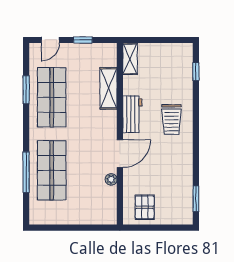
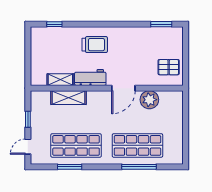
door: (50, 40) -> (28, 147), swing flipped
shelving: (130, 59) -> (60, 80), moved
door: (120, 154) -> (123, 88), swing flipped
plant: (111, 179) -> (149, 100), width x1.87, depth x1.87

